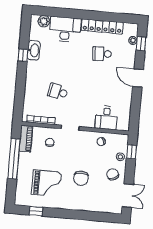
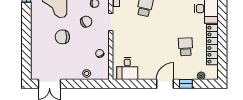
window: (141, 44) -> (186, 84), moved
desk: (106, 118) -> (127, 68), moved, turned -90
window: (132, 152) -> (93, 84), removed
chair: (113, 174) -> (86, 22), moved

